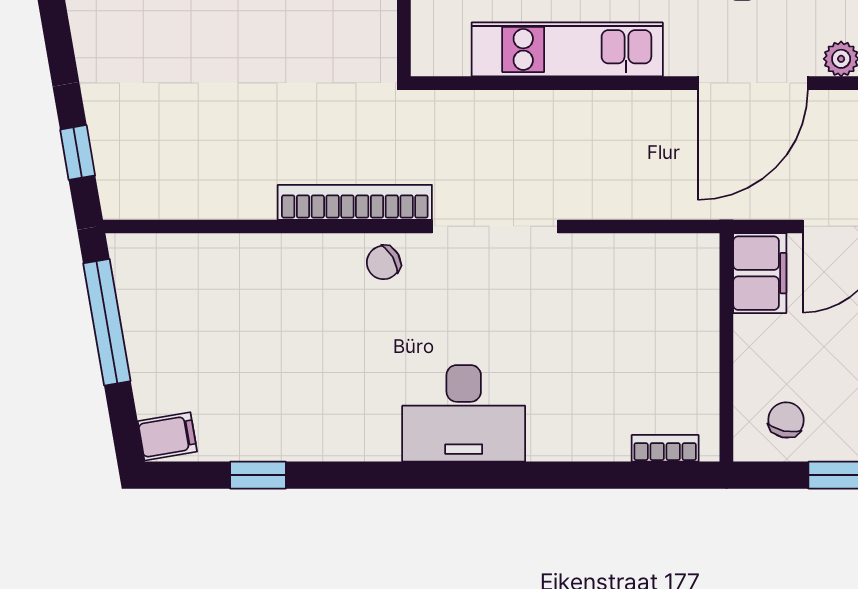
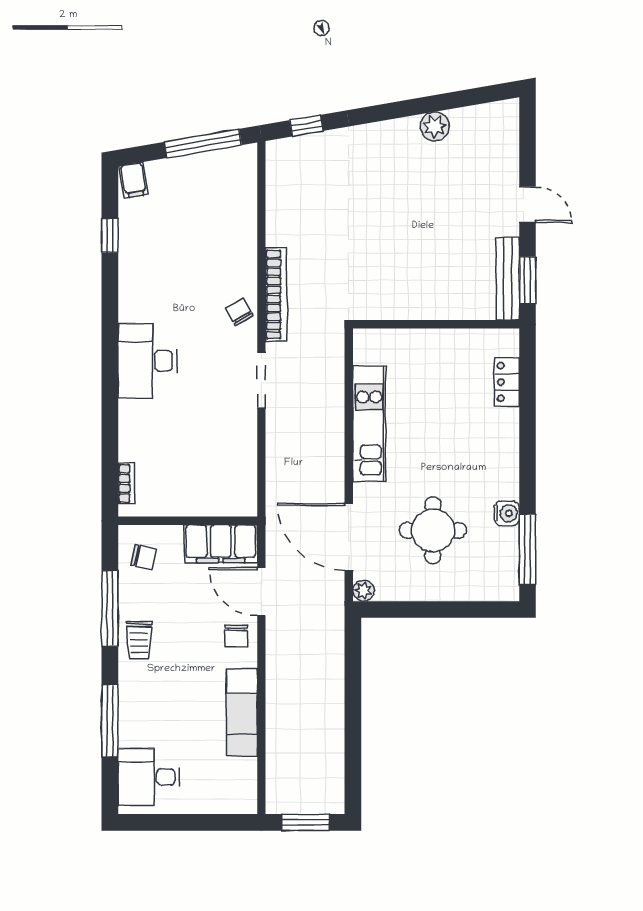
doorway: (495, 226) -> (261, 380), width x0.73
filing cabinet: (760, 273) -> (221, 544), width x1.50, depth x1.17

